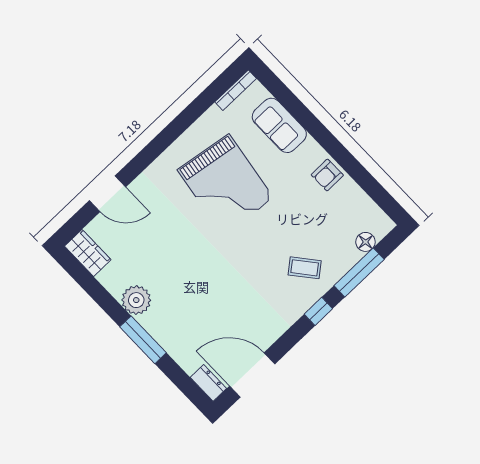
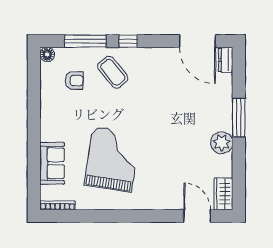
armchair: (327, 175) -> (74, 81), moved
door: (107, 194) -> (197, 216), moved
floor lamp: (365, 242) -> (47, 54), moved
coffee table: (305, 268) -> (113, 72), width x1.36, depth x1.30

